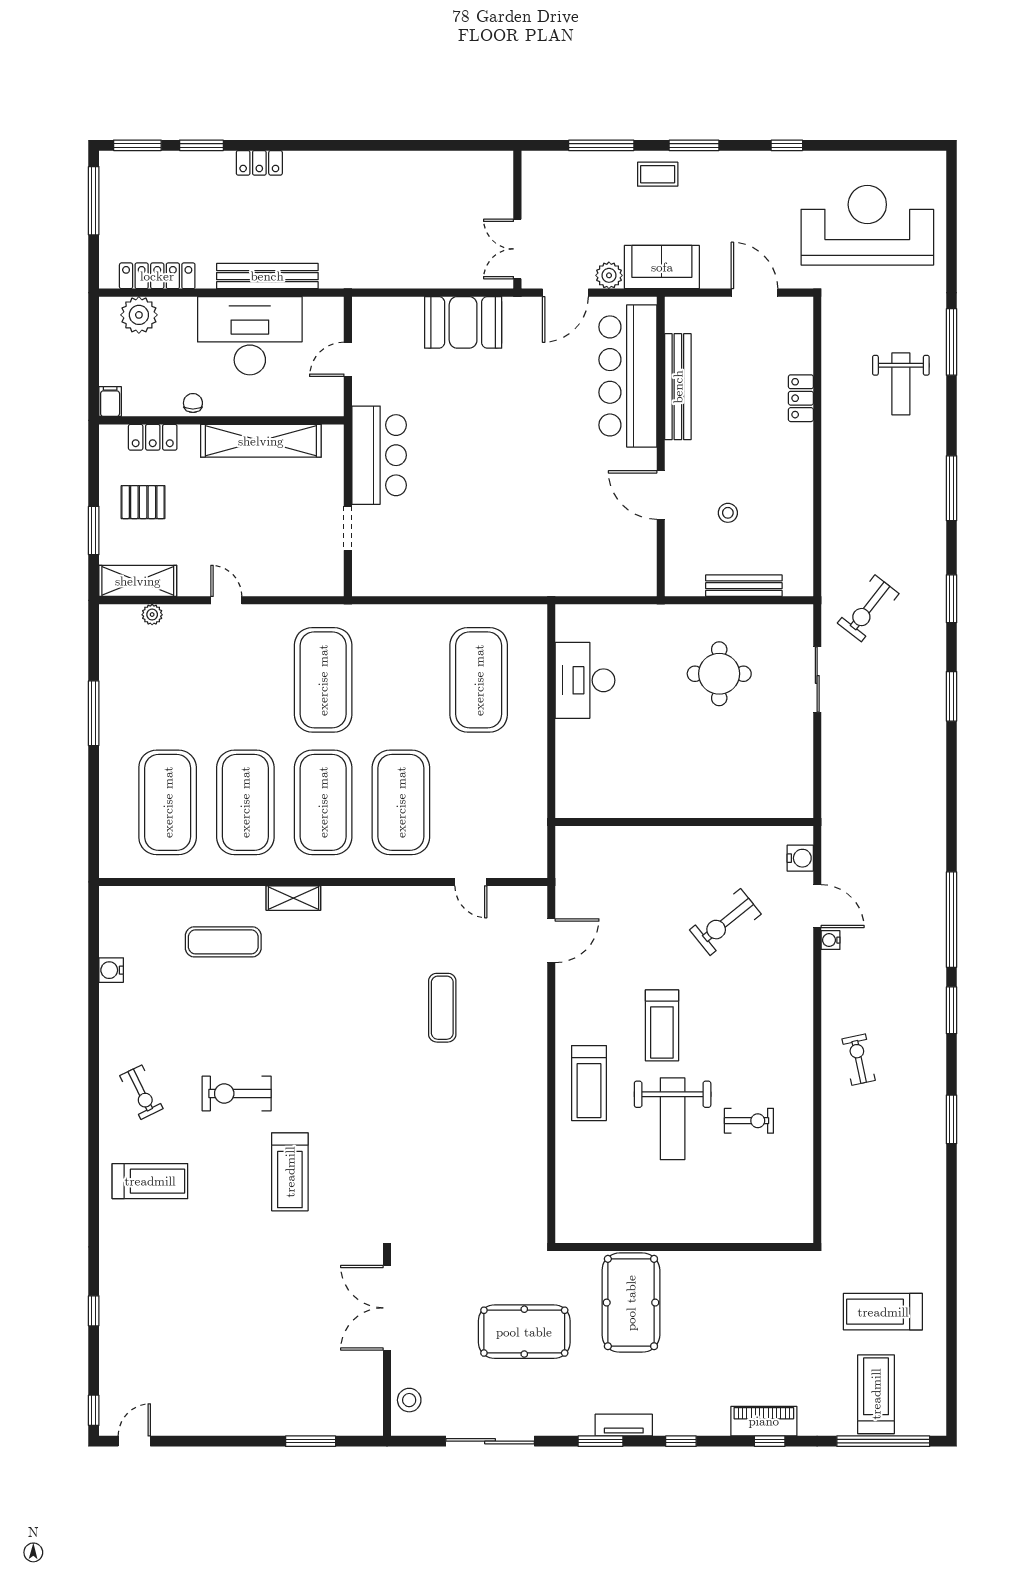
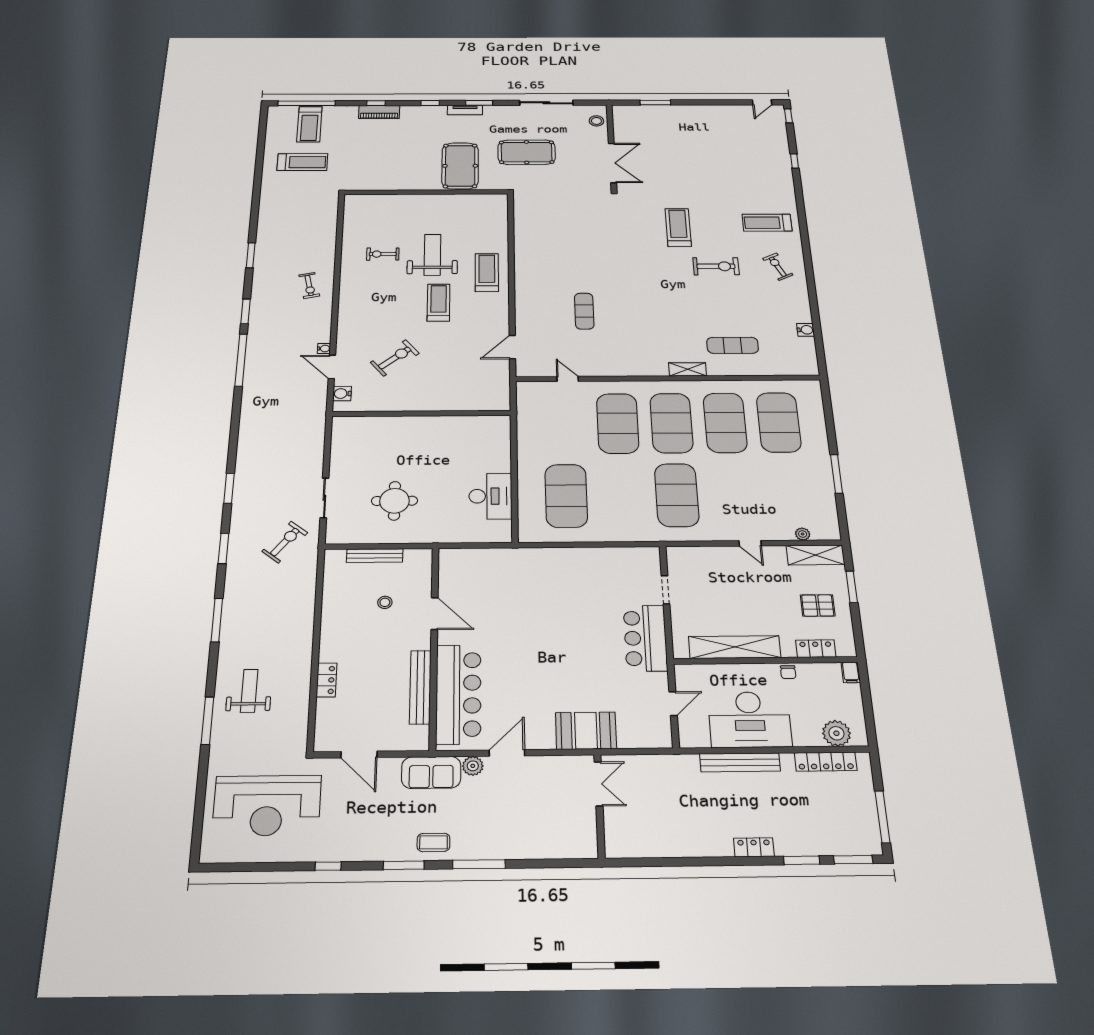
wall: (517, 220) -> (599, 806), moved
double door: (517, 249) -> (599, 784), moved

